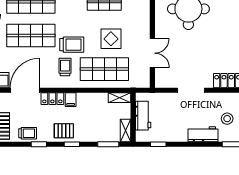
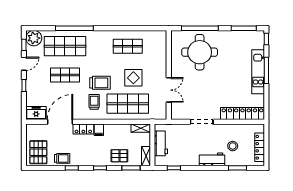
shop shelf: (31, 35) -> (65, 75), width x0.70, depth x0.74
pallet: (64, 131) -> (119, 156), moved

